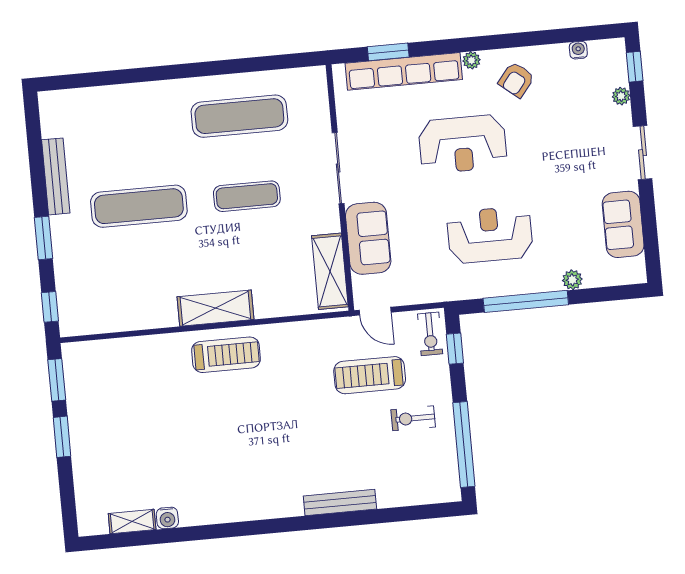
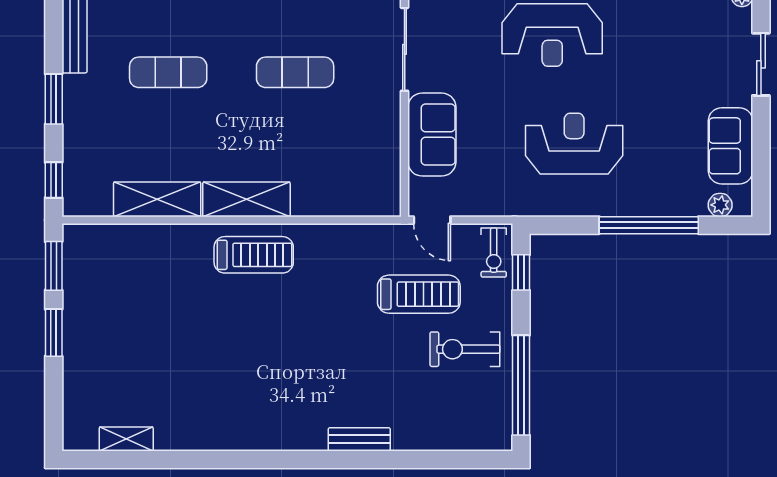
exercise mat: (139, 206) -> (168, 72), width x0.73, depth x0.69
shelving: (330, 271) -> (157, 199), moved, turned 90
plant: (572, 280) -> (720, 205), moved
window: (526, 301) -> (649, 225), moved
treadmill: (370, 375) -> (419, 294), turned 180
exercise bike: (413, 418) -> (465, 349), width x1.38, depth x1.39
bench: (340, 502) -> (359, 439), width x0.73
water cooler: (167, 518) -> (168, 439), removed

